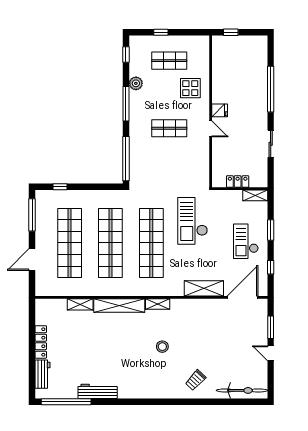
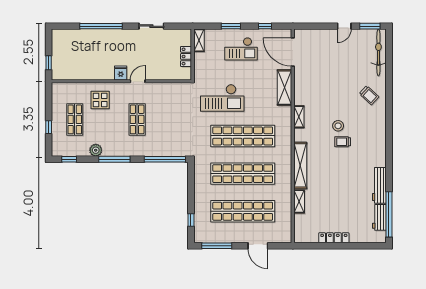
shelving: (158, 304) -> (299, 117), moved
window: (271, 327) -> (370, 26), moved
trolley: (145, 352) -> (343, 142), added
workbench: (42, 374) -> (379, 217), moved, turned -90

